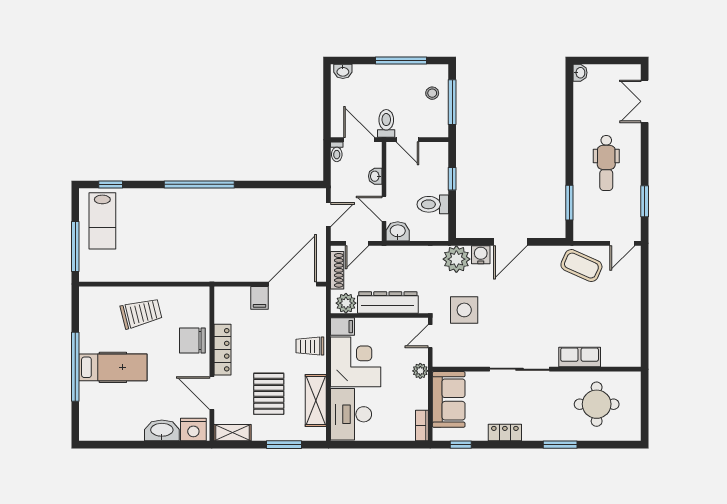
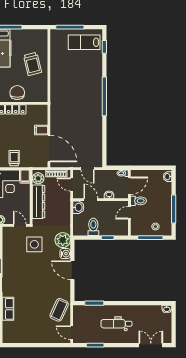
door: (384, 209) -> (91, 200), hinge flipped

